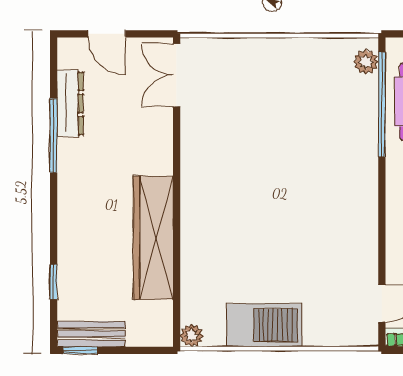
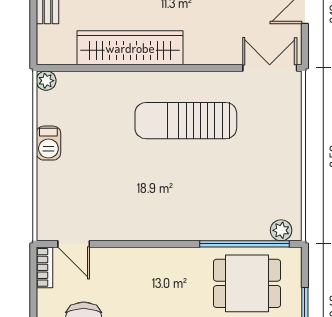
sun lounger: (238, 173) -> (186, 121), added
barbecue: (264, 325) -> (48, 143), width x0.53, depth x0.65

